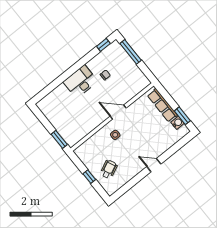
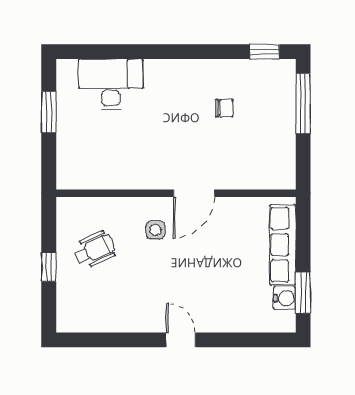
desk: (81, 82) -> (111, 84), moved
door: (118, 112) -> (194, 193), swing flipped
window: (59, 139) -> (49, 112), moved
wheelchair: (109, 169) -> (94, 250), moved

